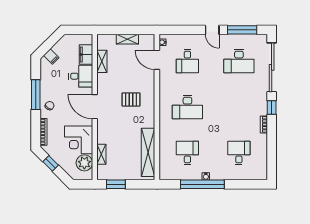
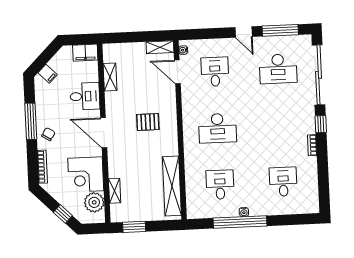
shelving: (127, 39) -> (160, 47), moved
filing cabinet: (86, 54) -> (85, 53), moved, turned -90
desk: (187, 61) -> (215, 72), turned 180
window: (51, 163) -> (63, 214), moved

